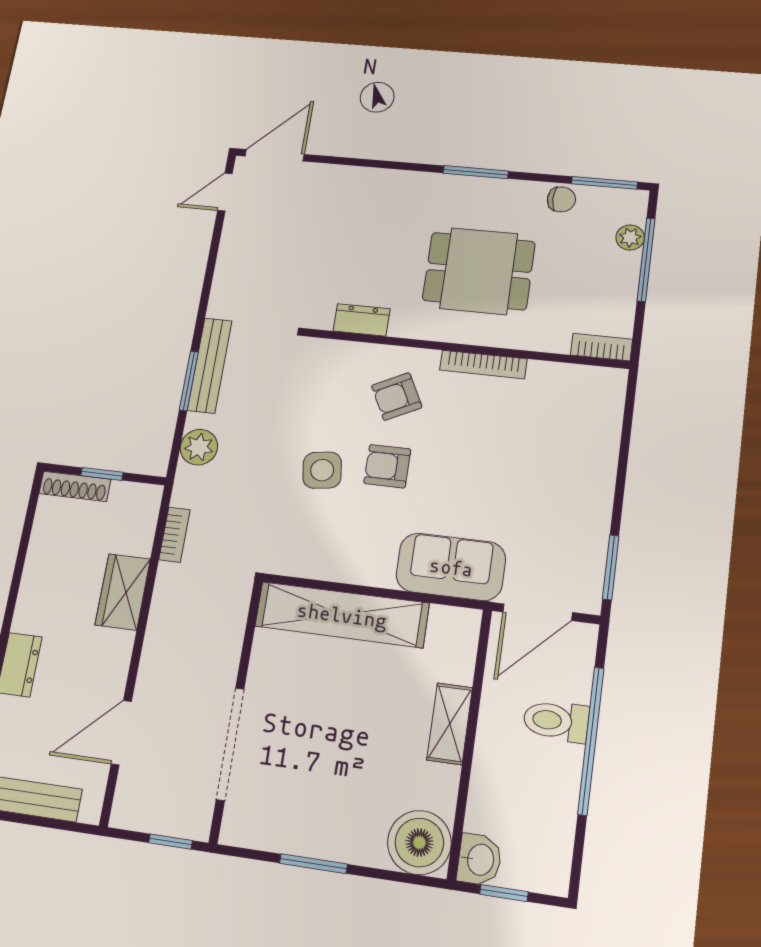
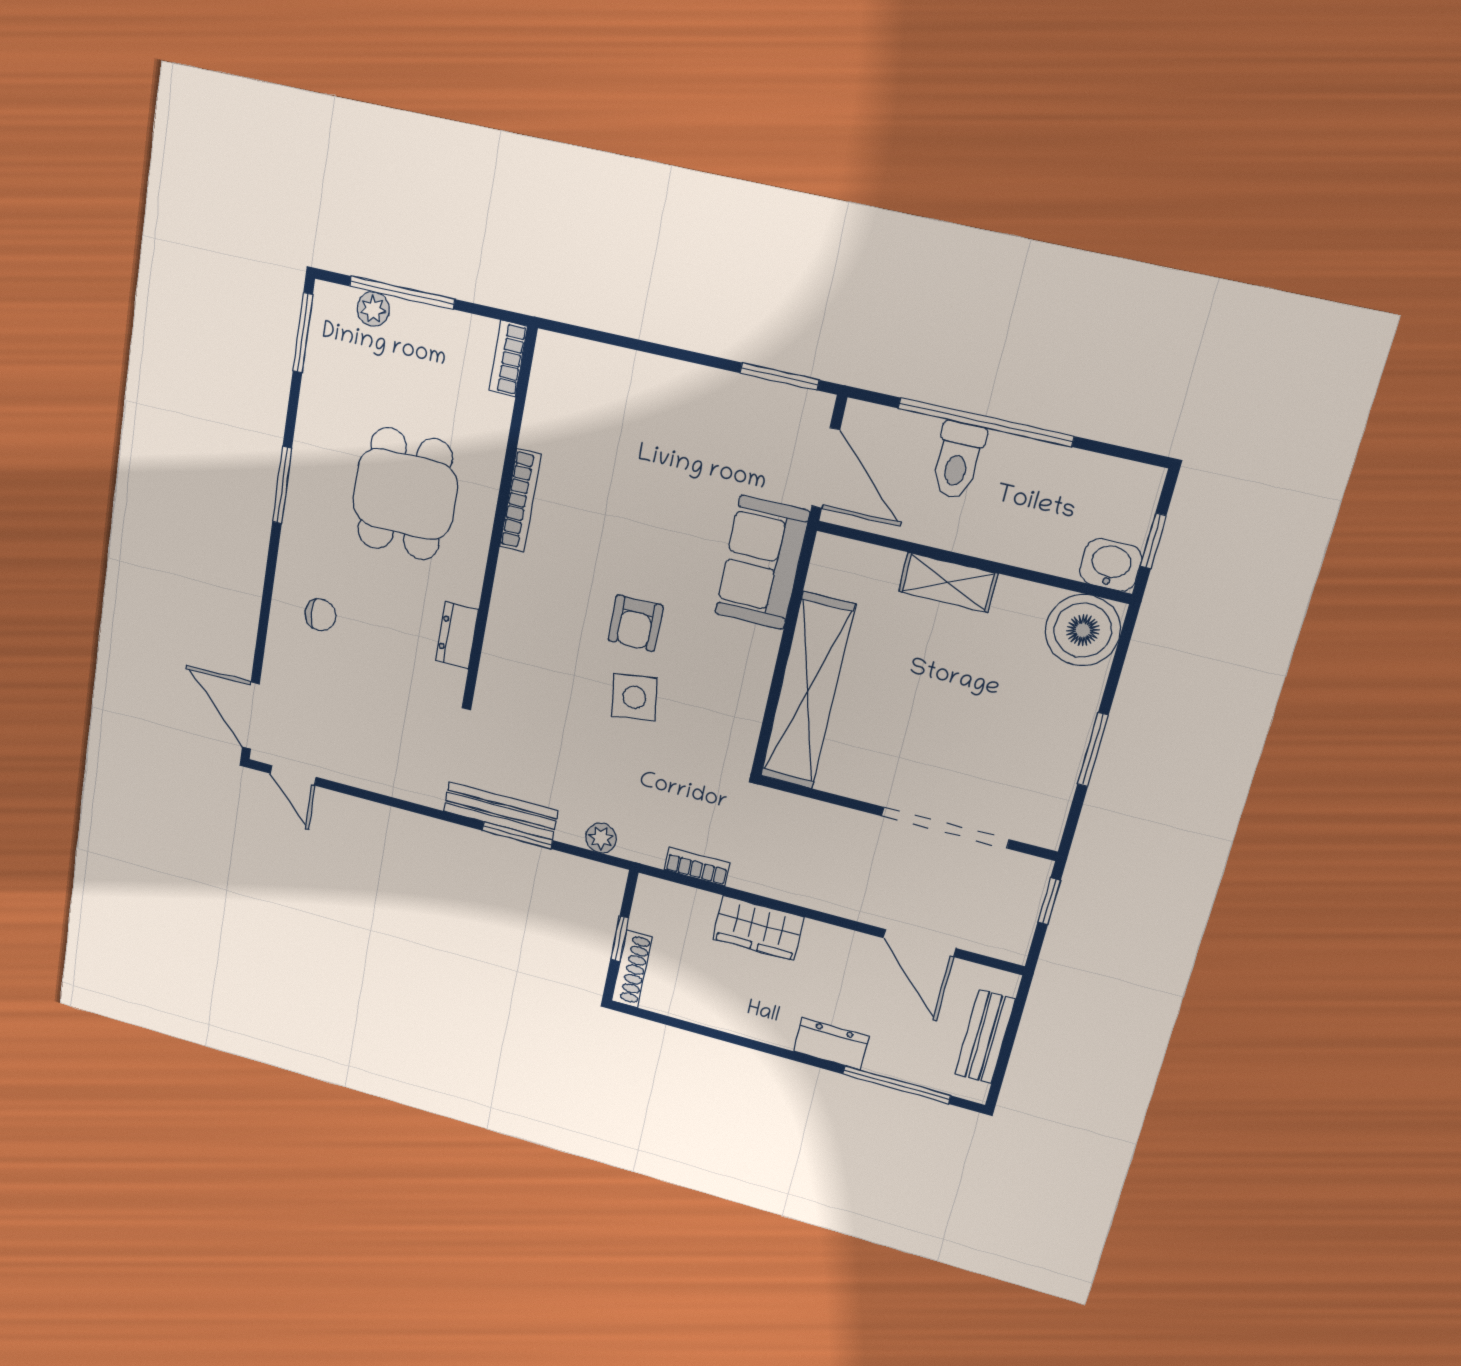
chair: (561, 199) -> (321, 615), moved, turned 90
armchair: (397, 396) -> (552, 604), removed
plant: (199, 447) -> (601, 838), width x0.73, depth x0.73

